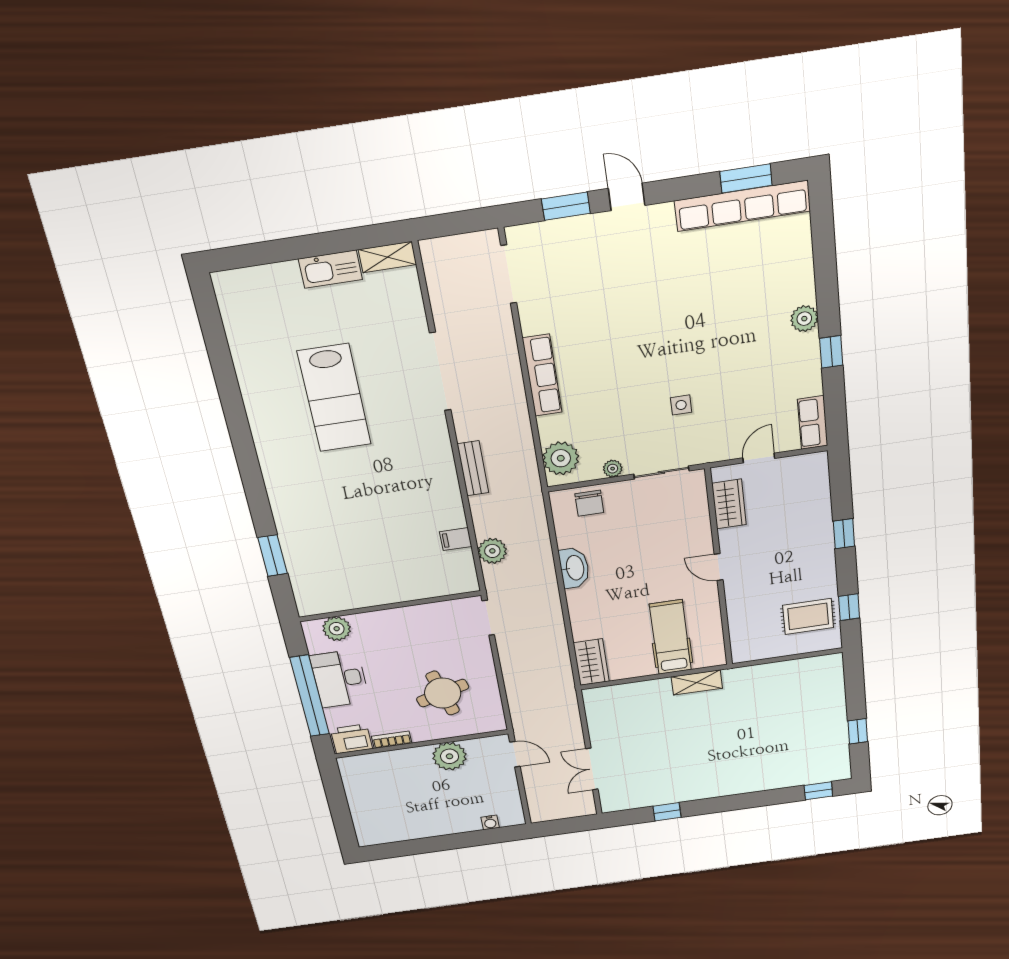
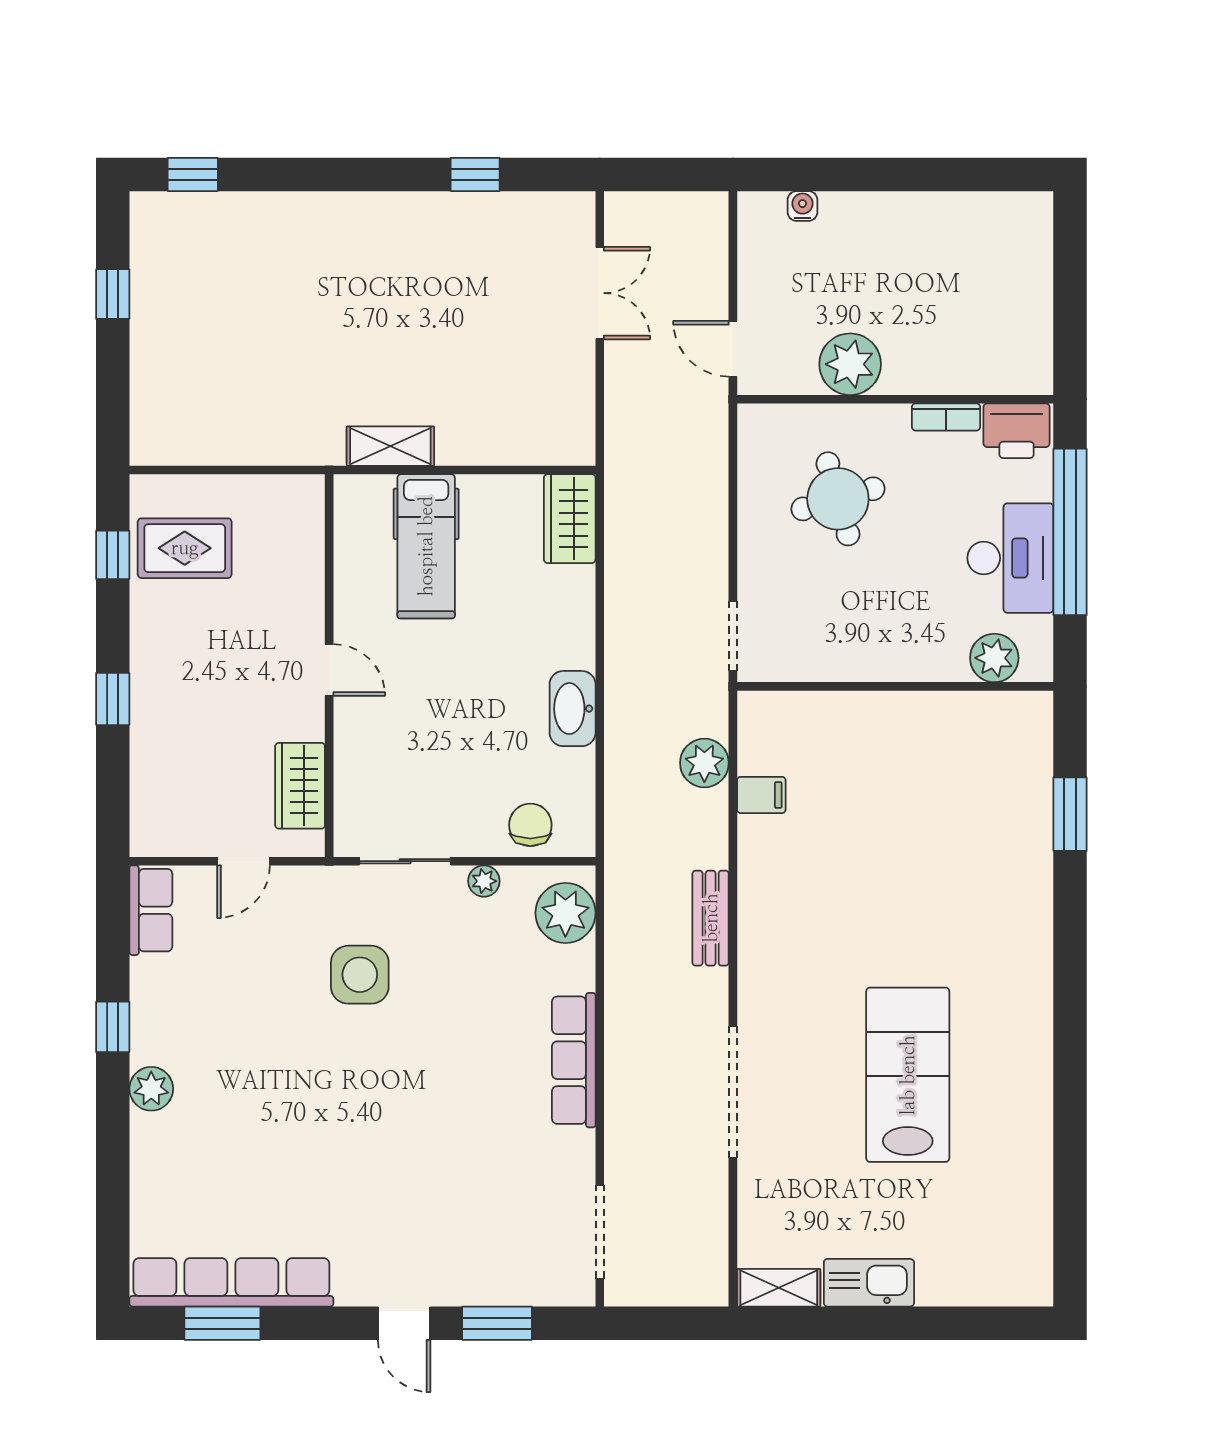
side table: (681, 405) -> (360, 975), width x1.87, depth x1.87

